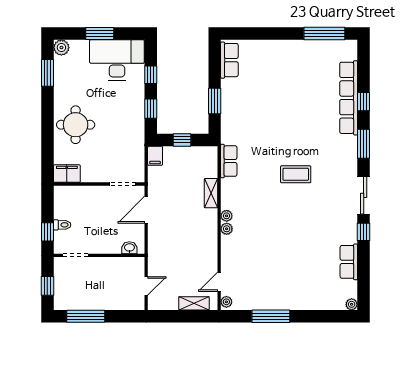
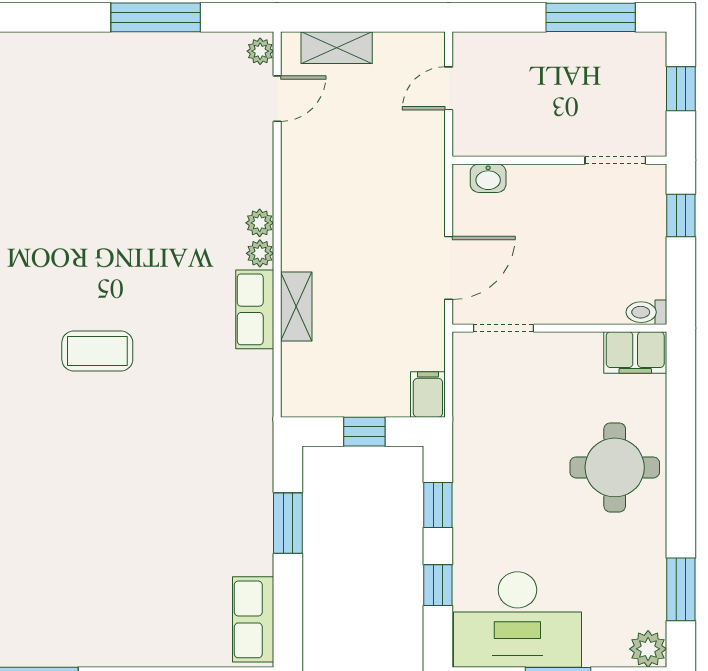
row of seats: (229, 161) -> (255, 309), moved
toilet: (62, 225) -> (646, 312), moved

